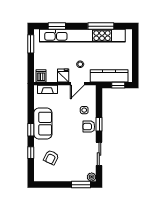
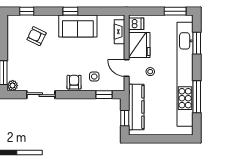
fridge: (63, 75) -> (139, 45), width x1.88, depth x1.34
window: (99, 124) -> (104, 95), moved
window: (31, 153) -> (27, 11), moved

